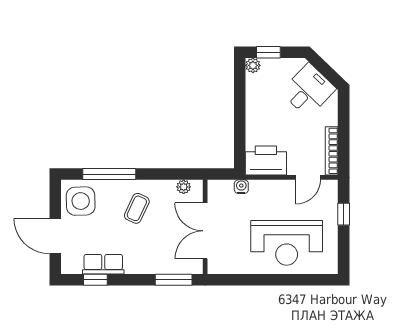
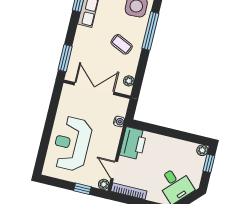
plant: (331, 187) -> (104, 184), added

